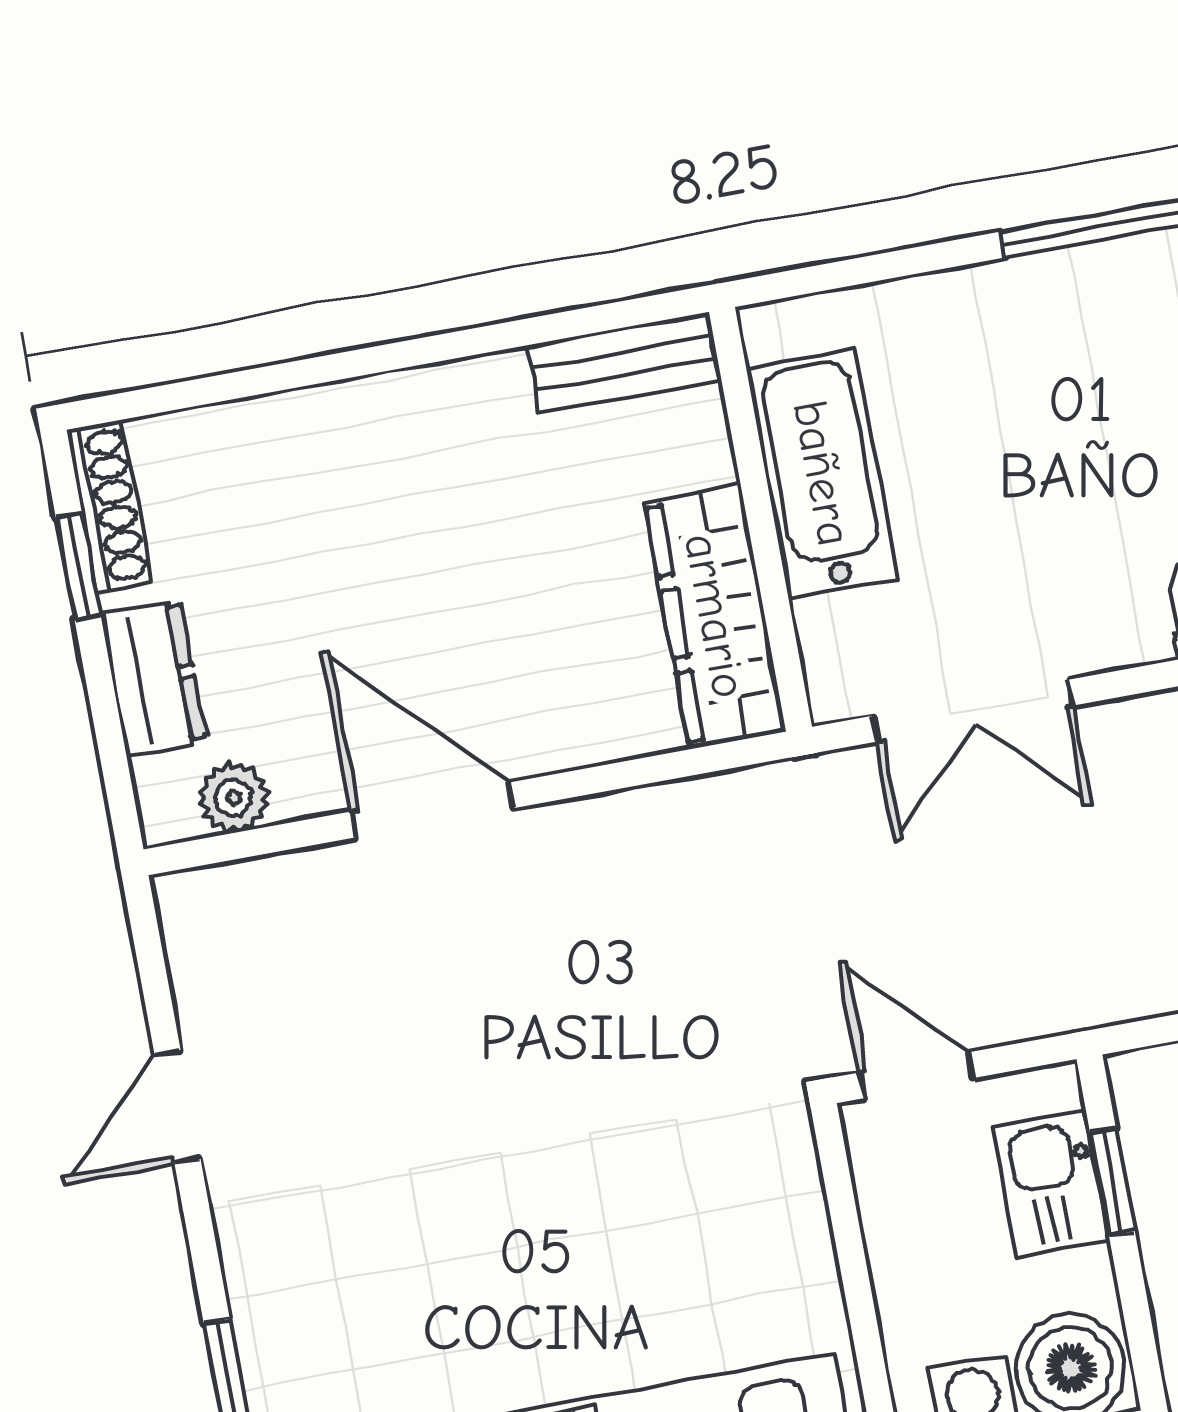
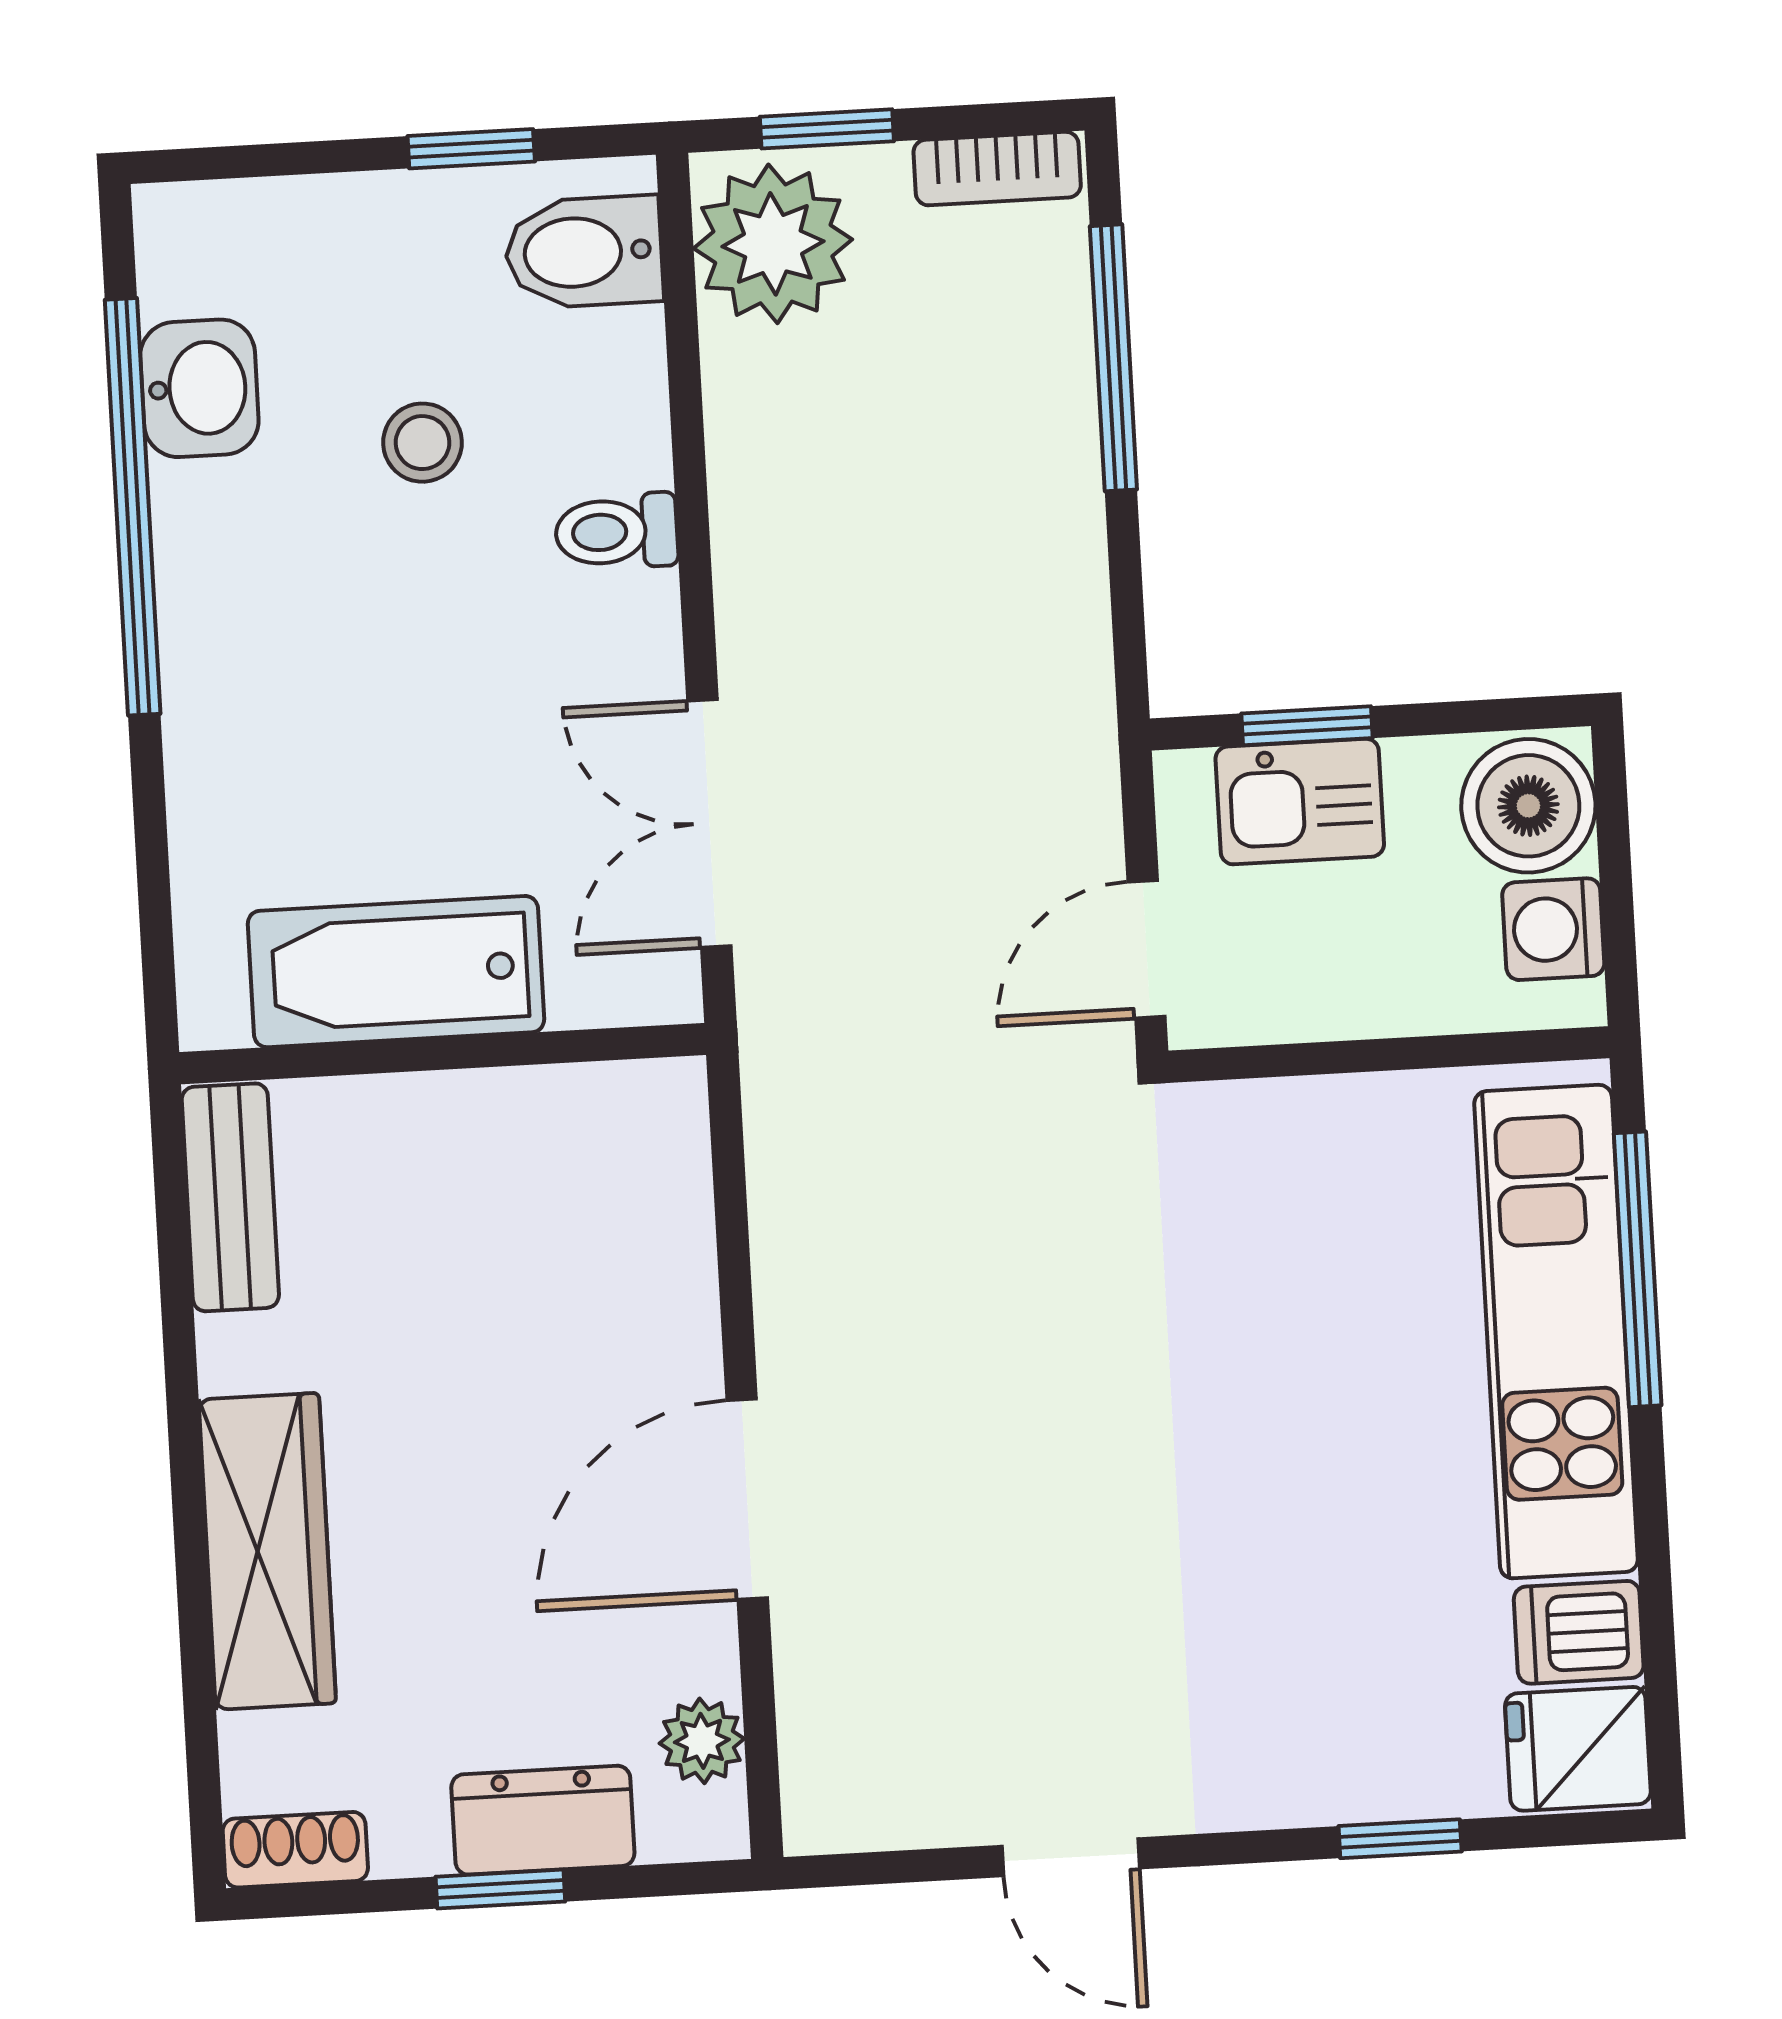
shoe rack: (109, 506) -> (295, 1850), width x0.70
window: (78, 566) -> (500, 1889), moved
wardrobe: (715, 616) -> (267, 1551), moved, turned -90
double door: (973, 711) -> (709, 824), swing flipped

